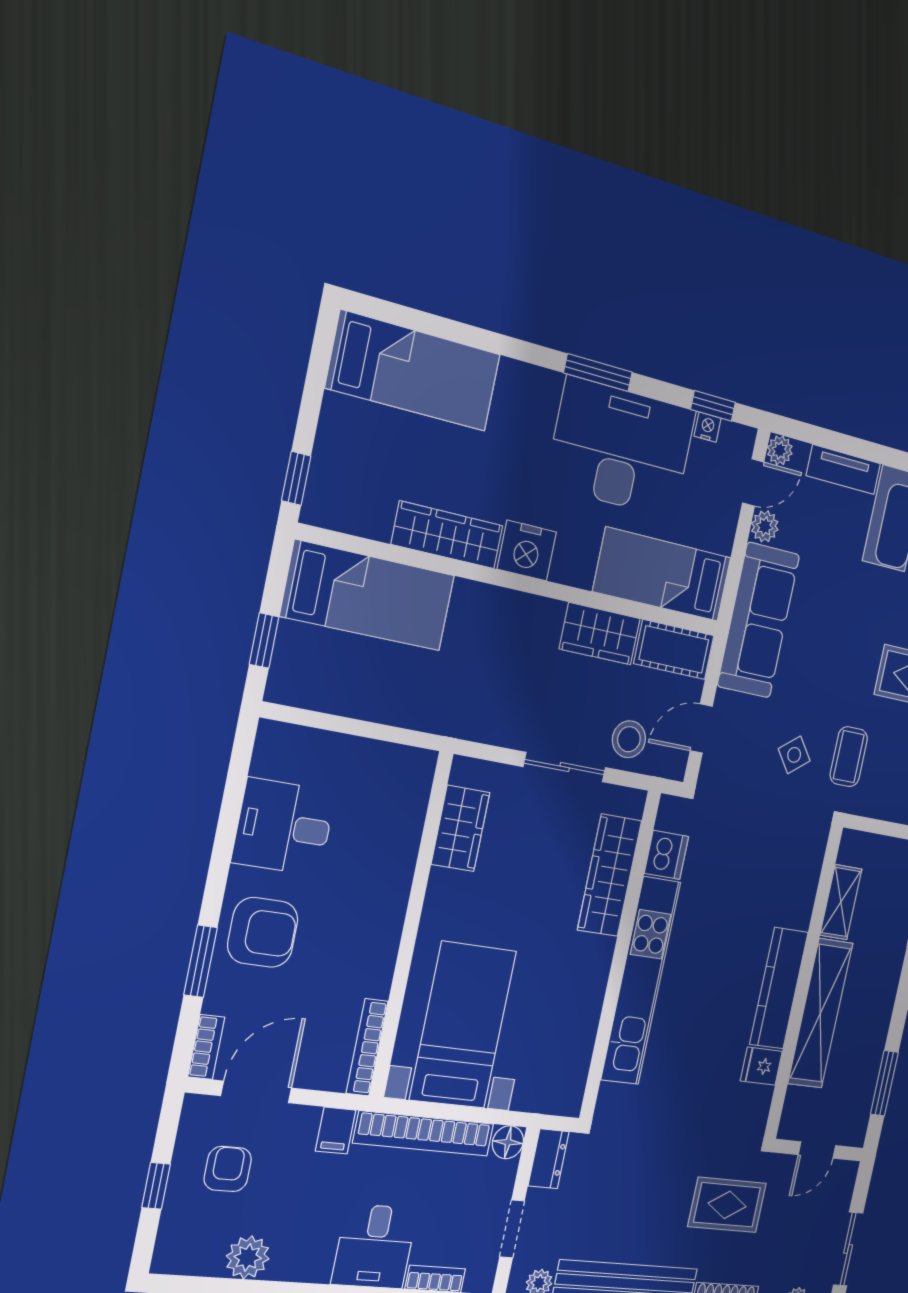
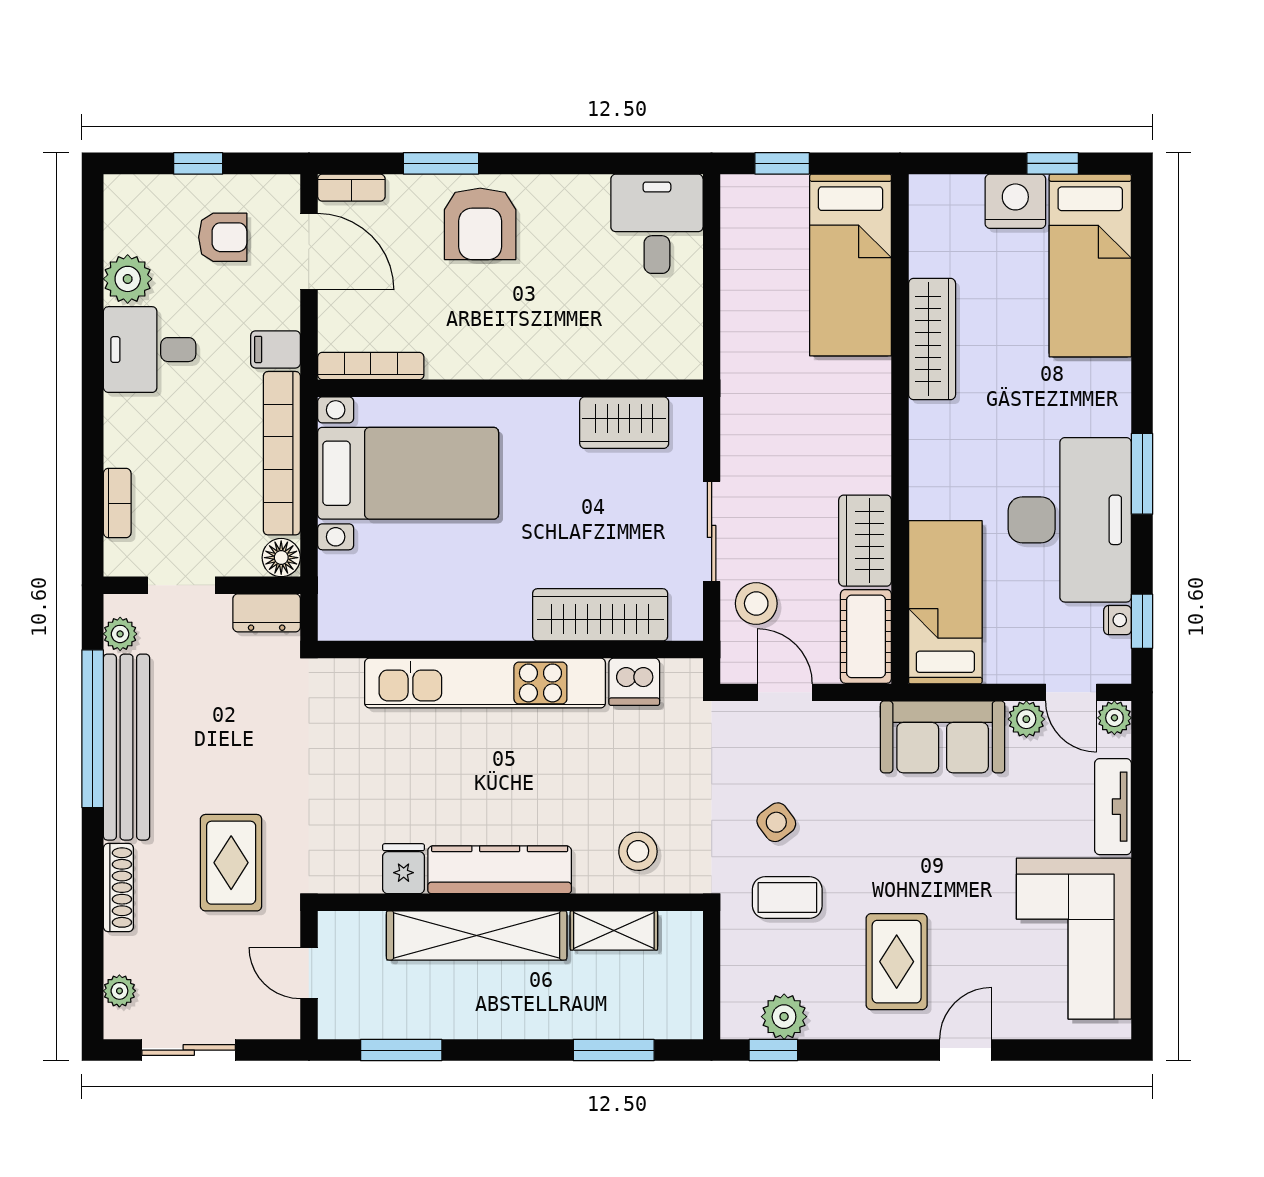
window: (296, 478) -> (1053, 163), moved
nightstand: (527, 551) -> (1015, 201), moved, turned 90
sofa: (758, 620) -> (943, 737), width x0.73
desk: (284, 827) -> (657, 224), moved
stool: (790, 873) -> (638, 851), added
desk: (375, 1246) -> (150, 350), moved

